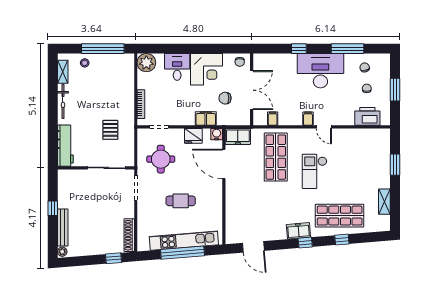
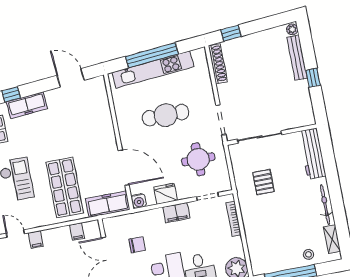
filing cabinet: (206, 118) -> (176, 213), moved
freezer: (238, 136) -> (108, 204), width x1.40
cafe table: (181, 201) -> (166, 115), width x1.37, depth x1.35
freezer: (298, 231) -> (27, 105), width x1.40

